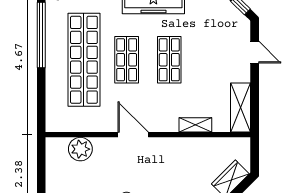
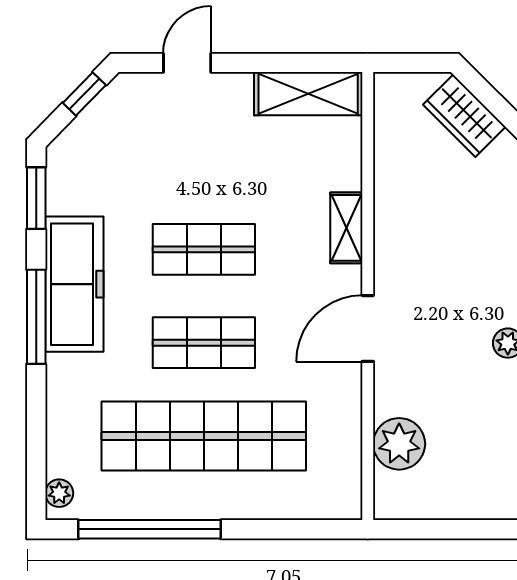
shelving: (195, 125) -> (346, 228), moved

